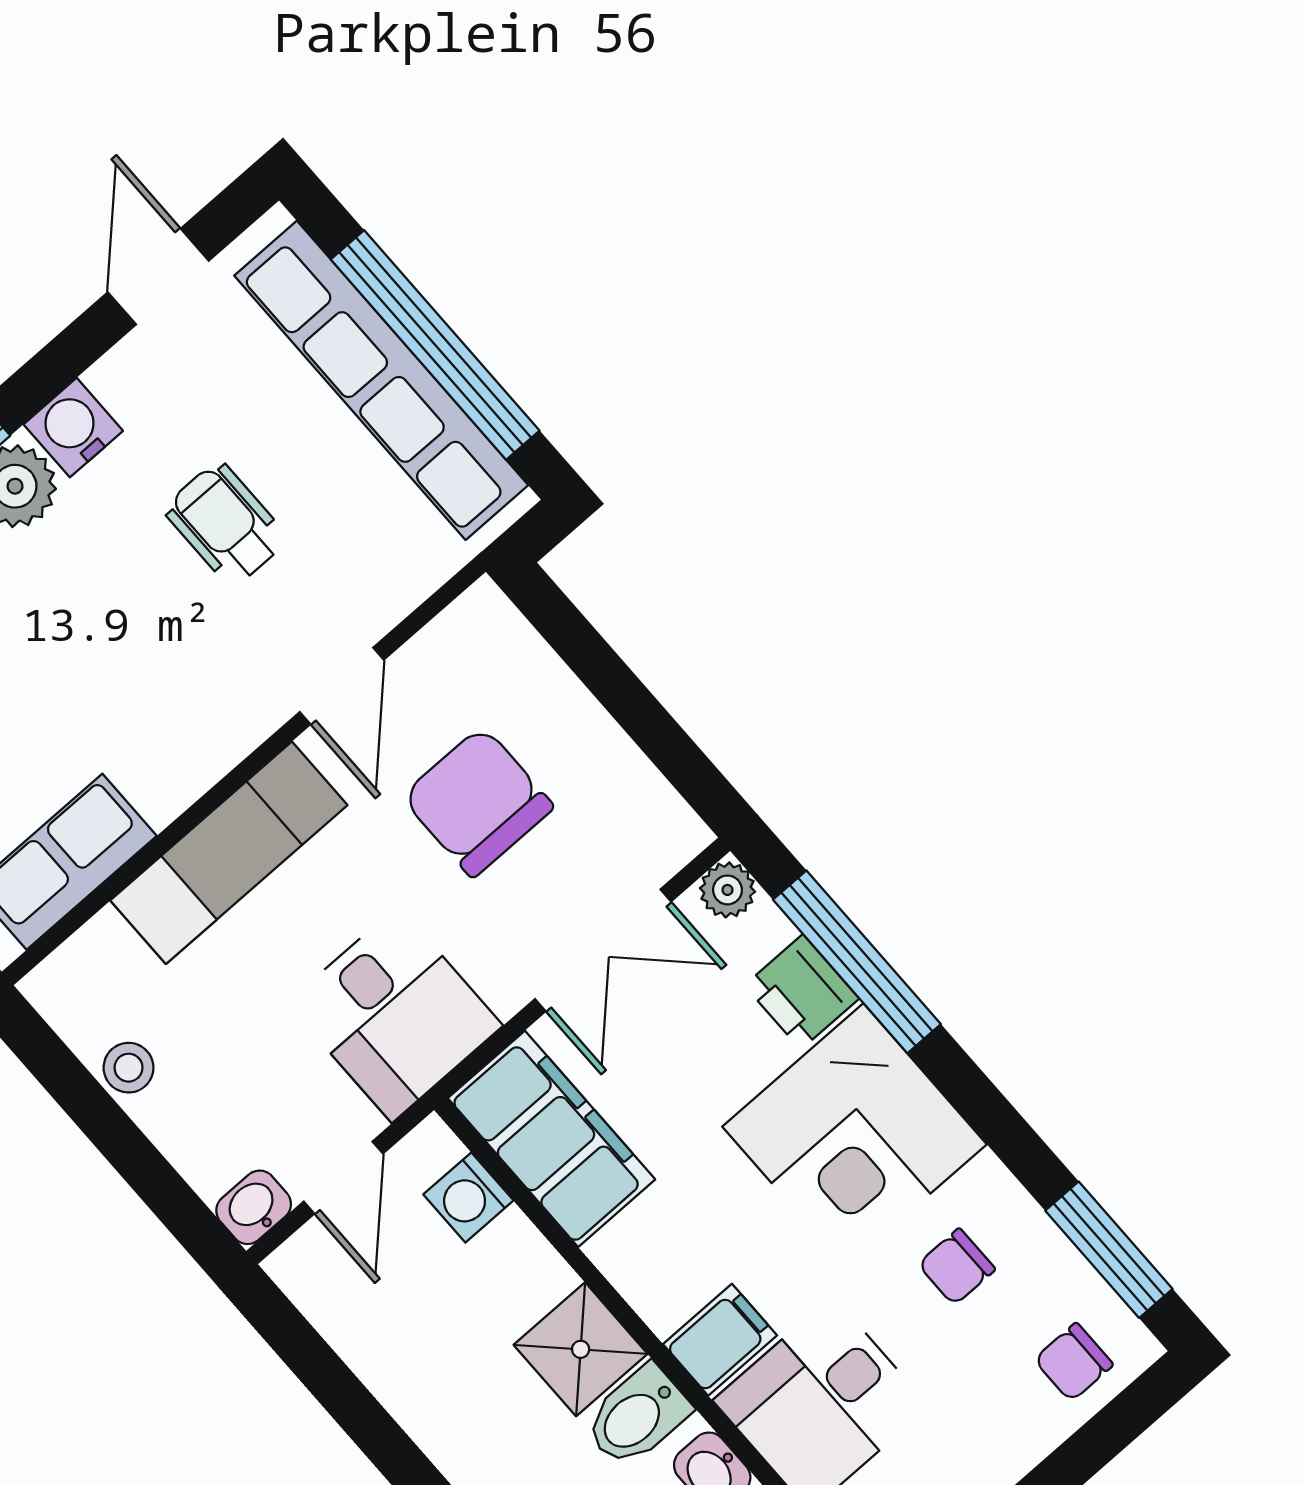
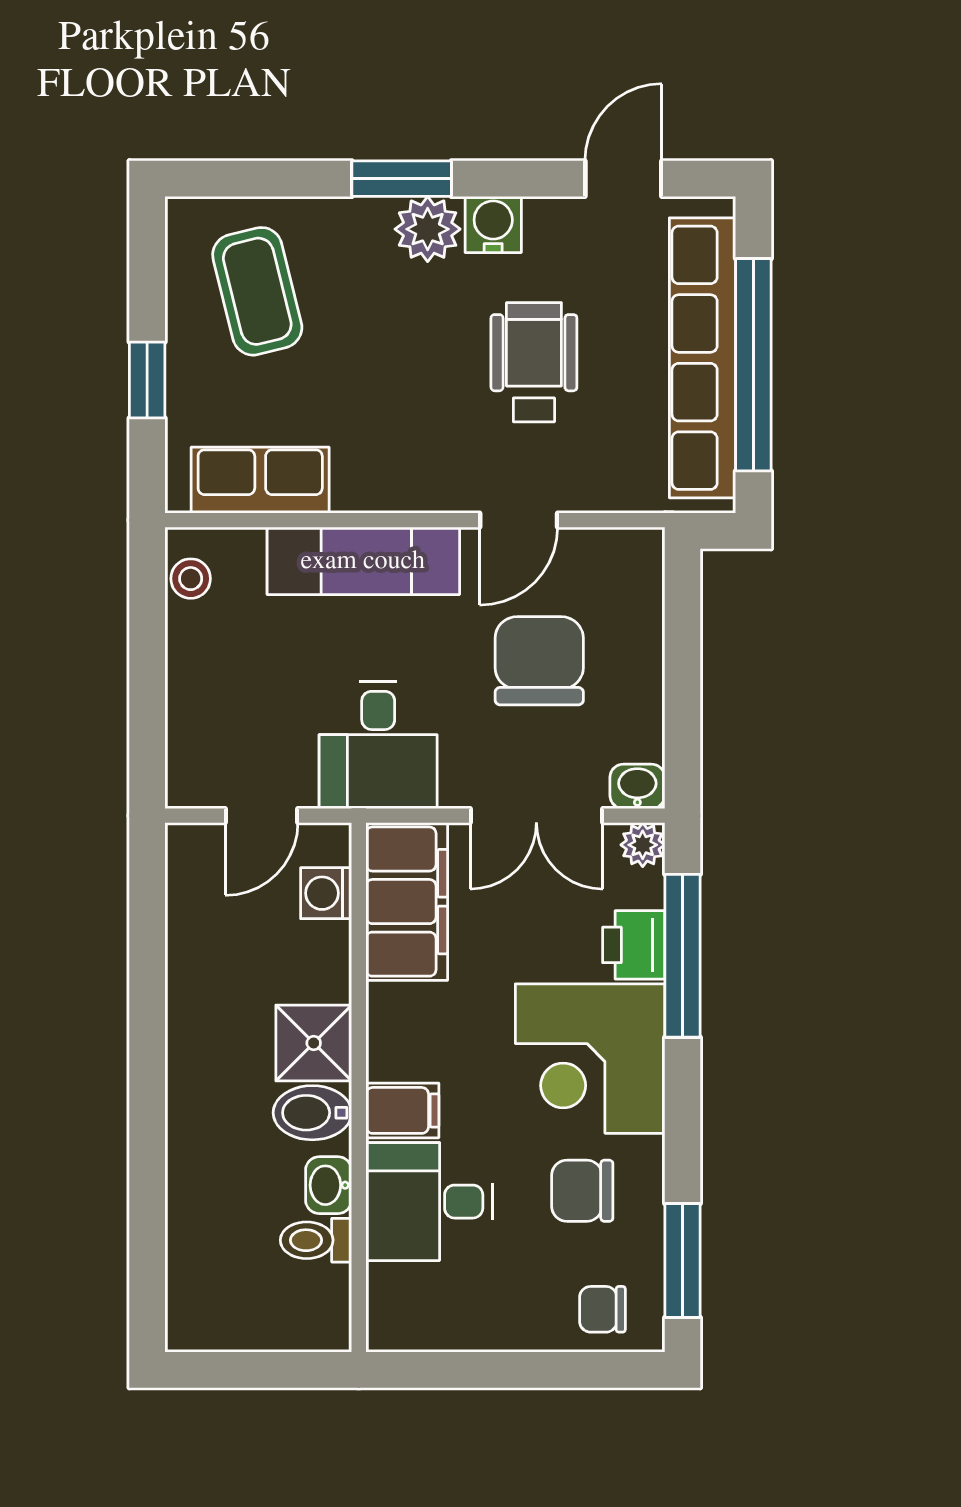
wheelchair: (226, 524) -> (534, 362), width x1.36, depth x1.37
stool: (129, 1068) -> (191, 579), moved
washbasin: (254, 1207) -> (637, 786), moved
chair: (957, 1267) -> (582, 1191), width x1.37, depth x1.37

